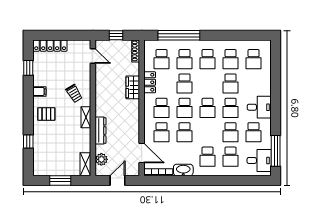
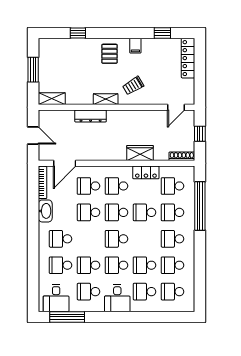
school desk: (254, 83) -> (145, 292), added
plant: (101, 159) -> (57, 117), removed

